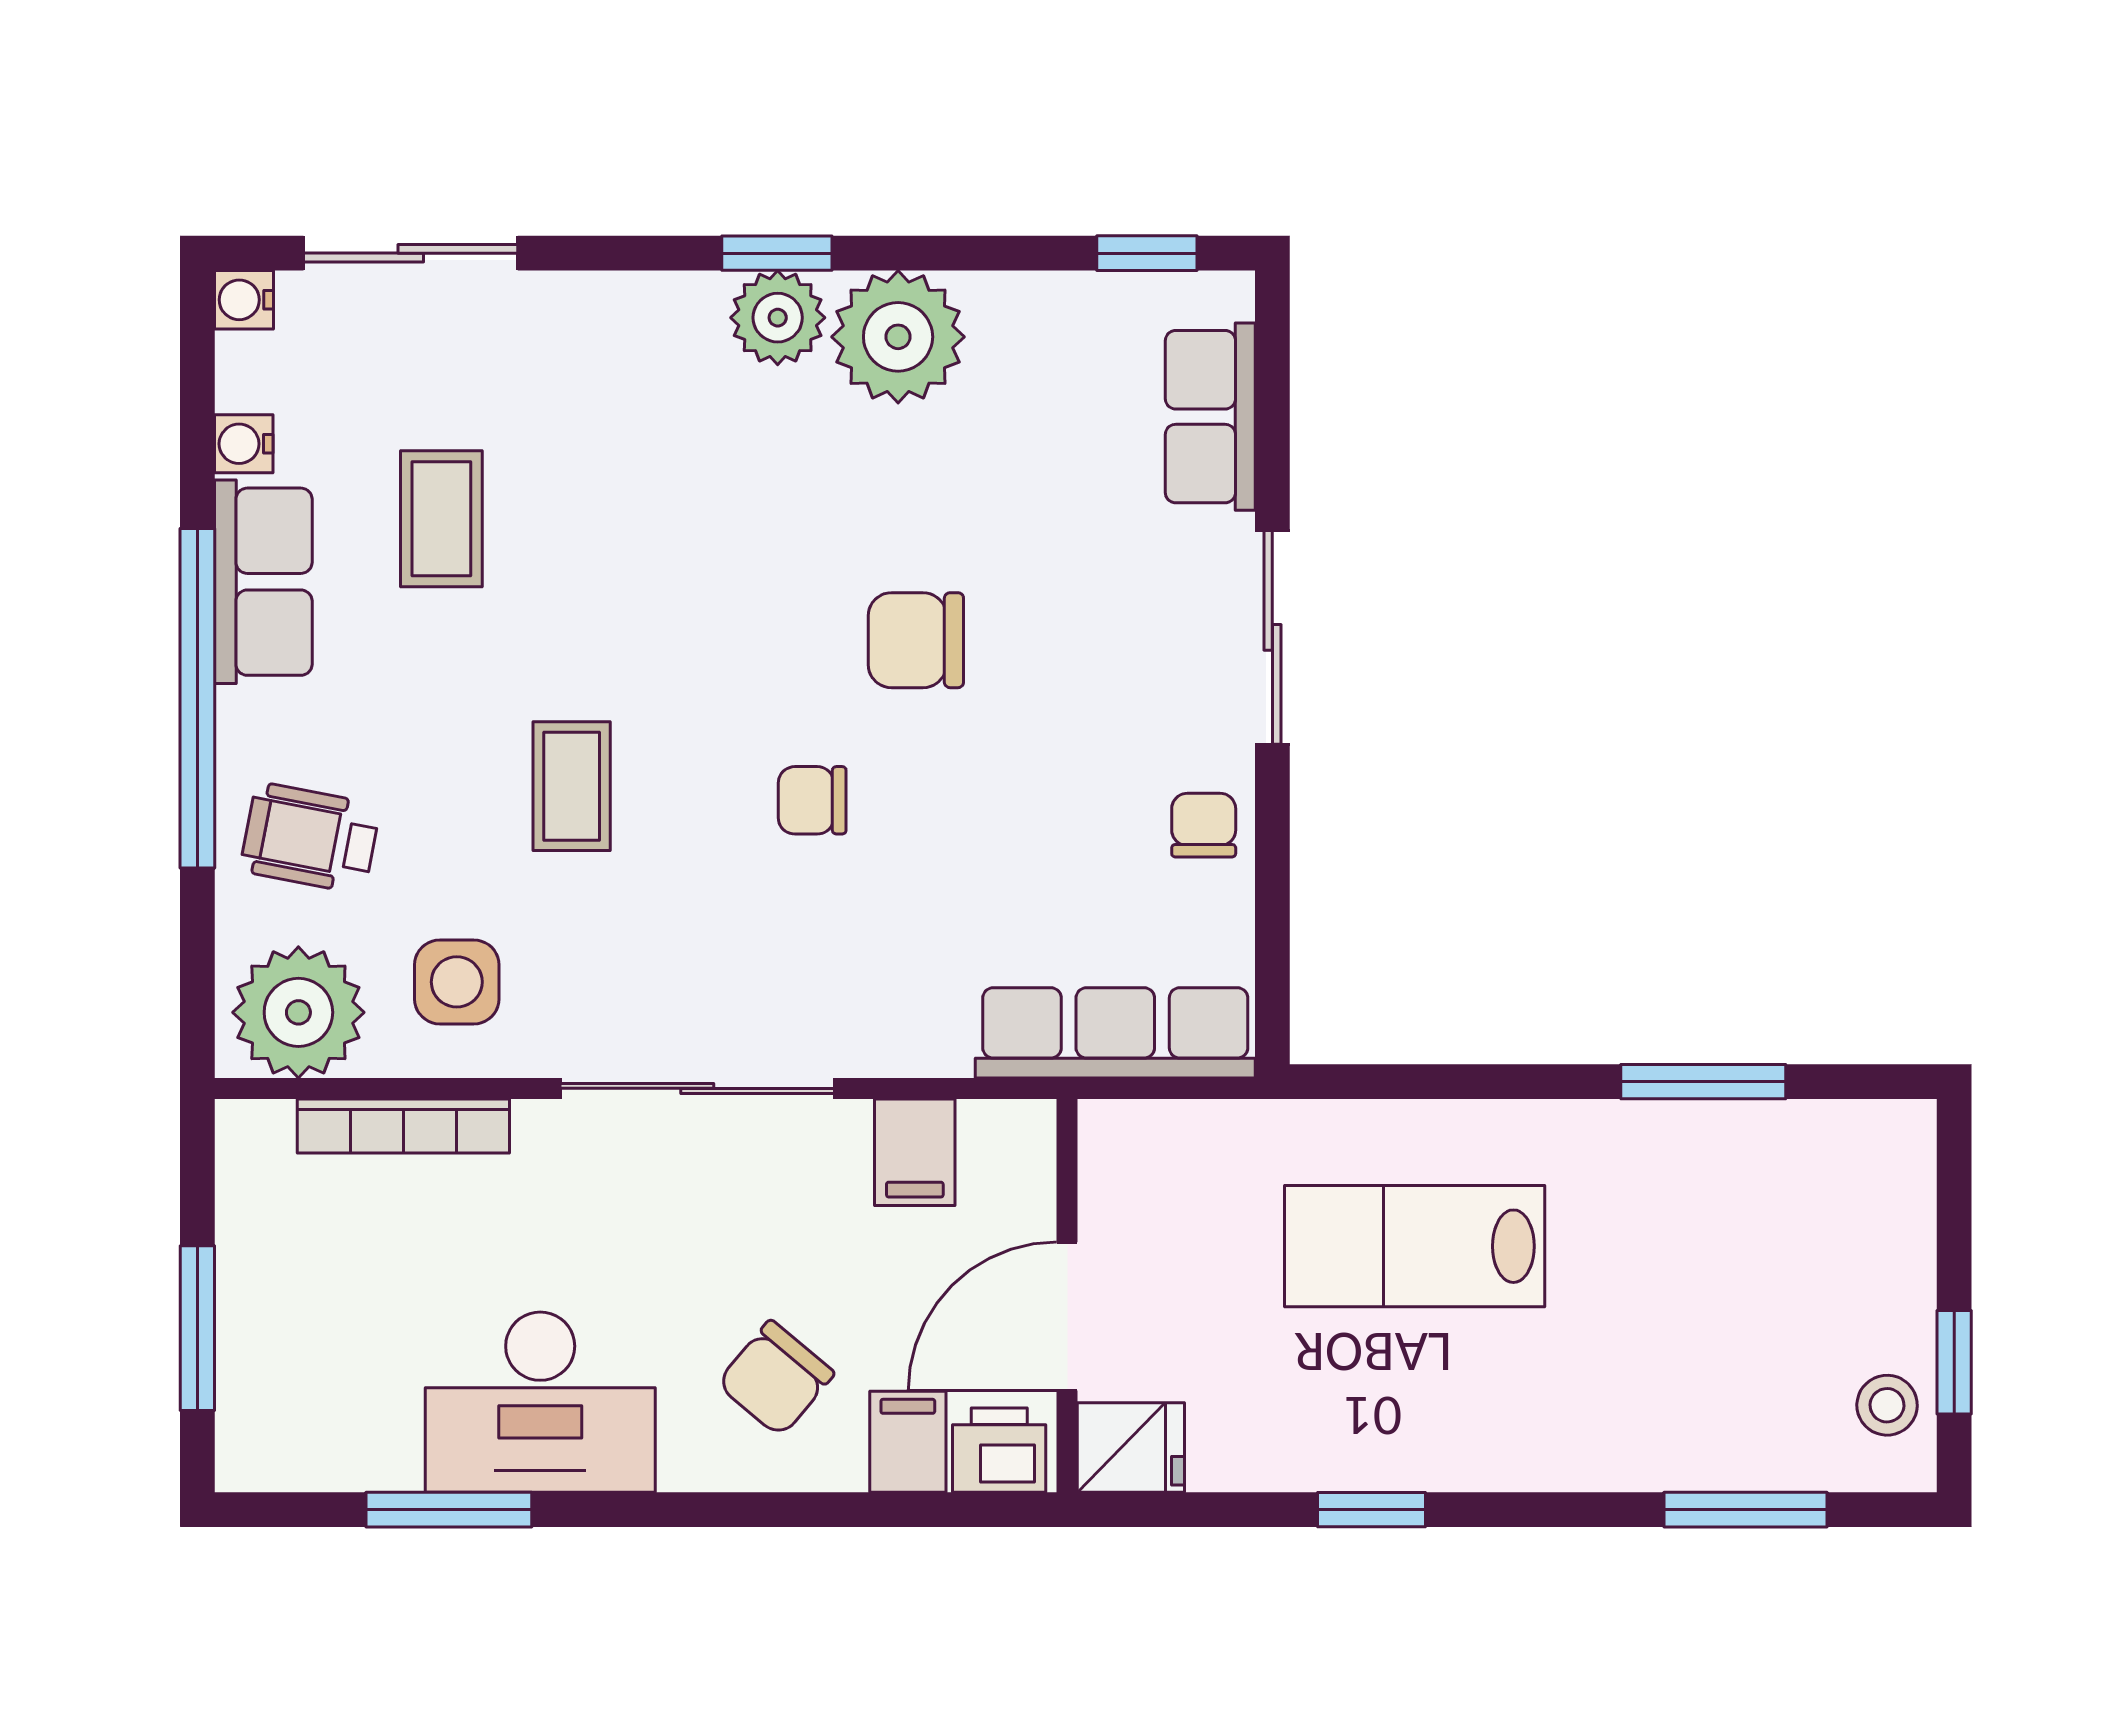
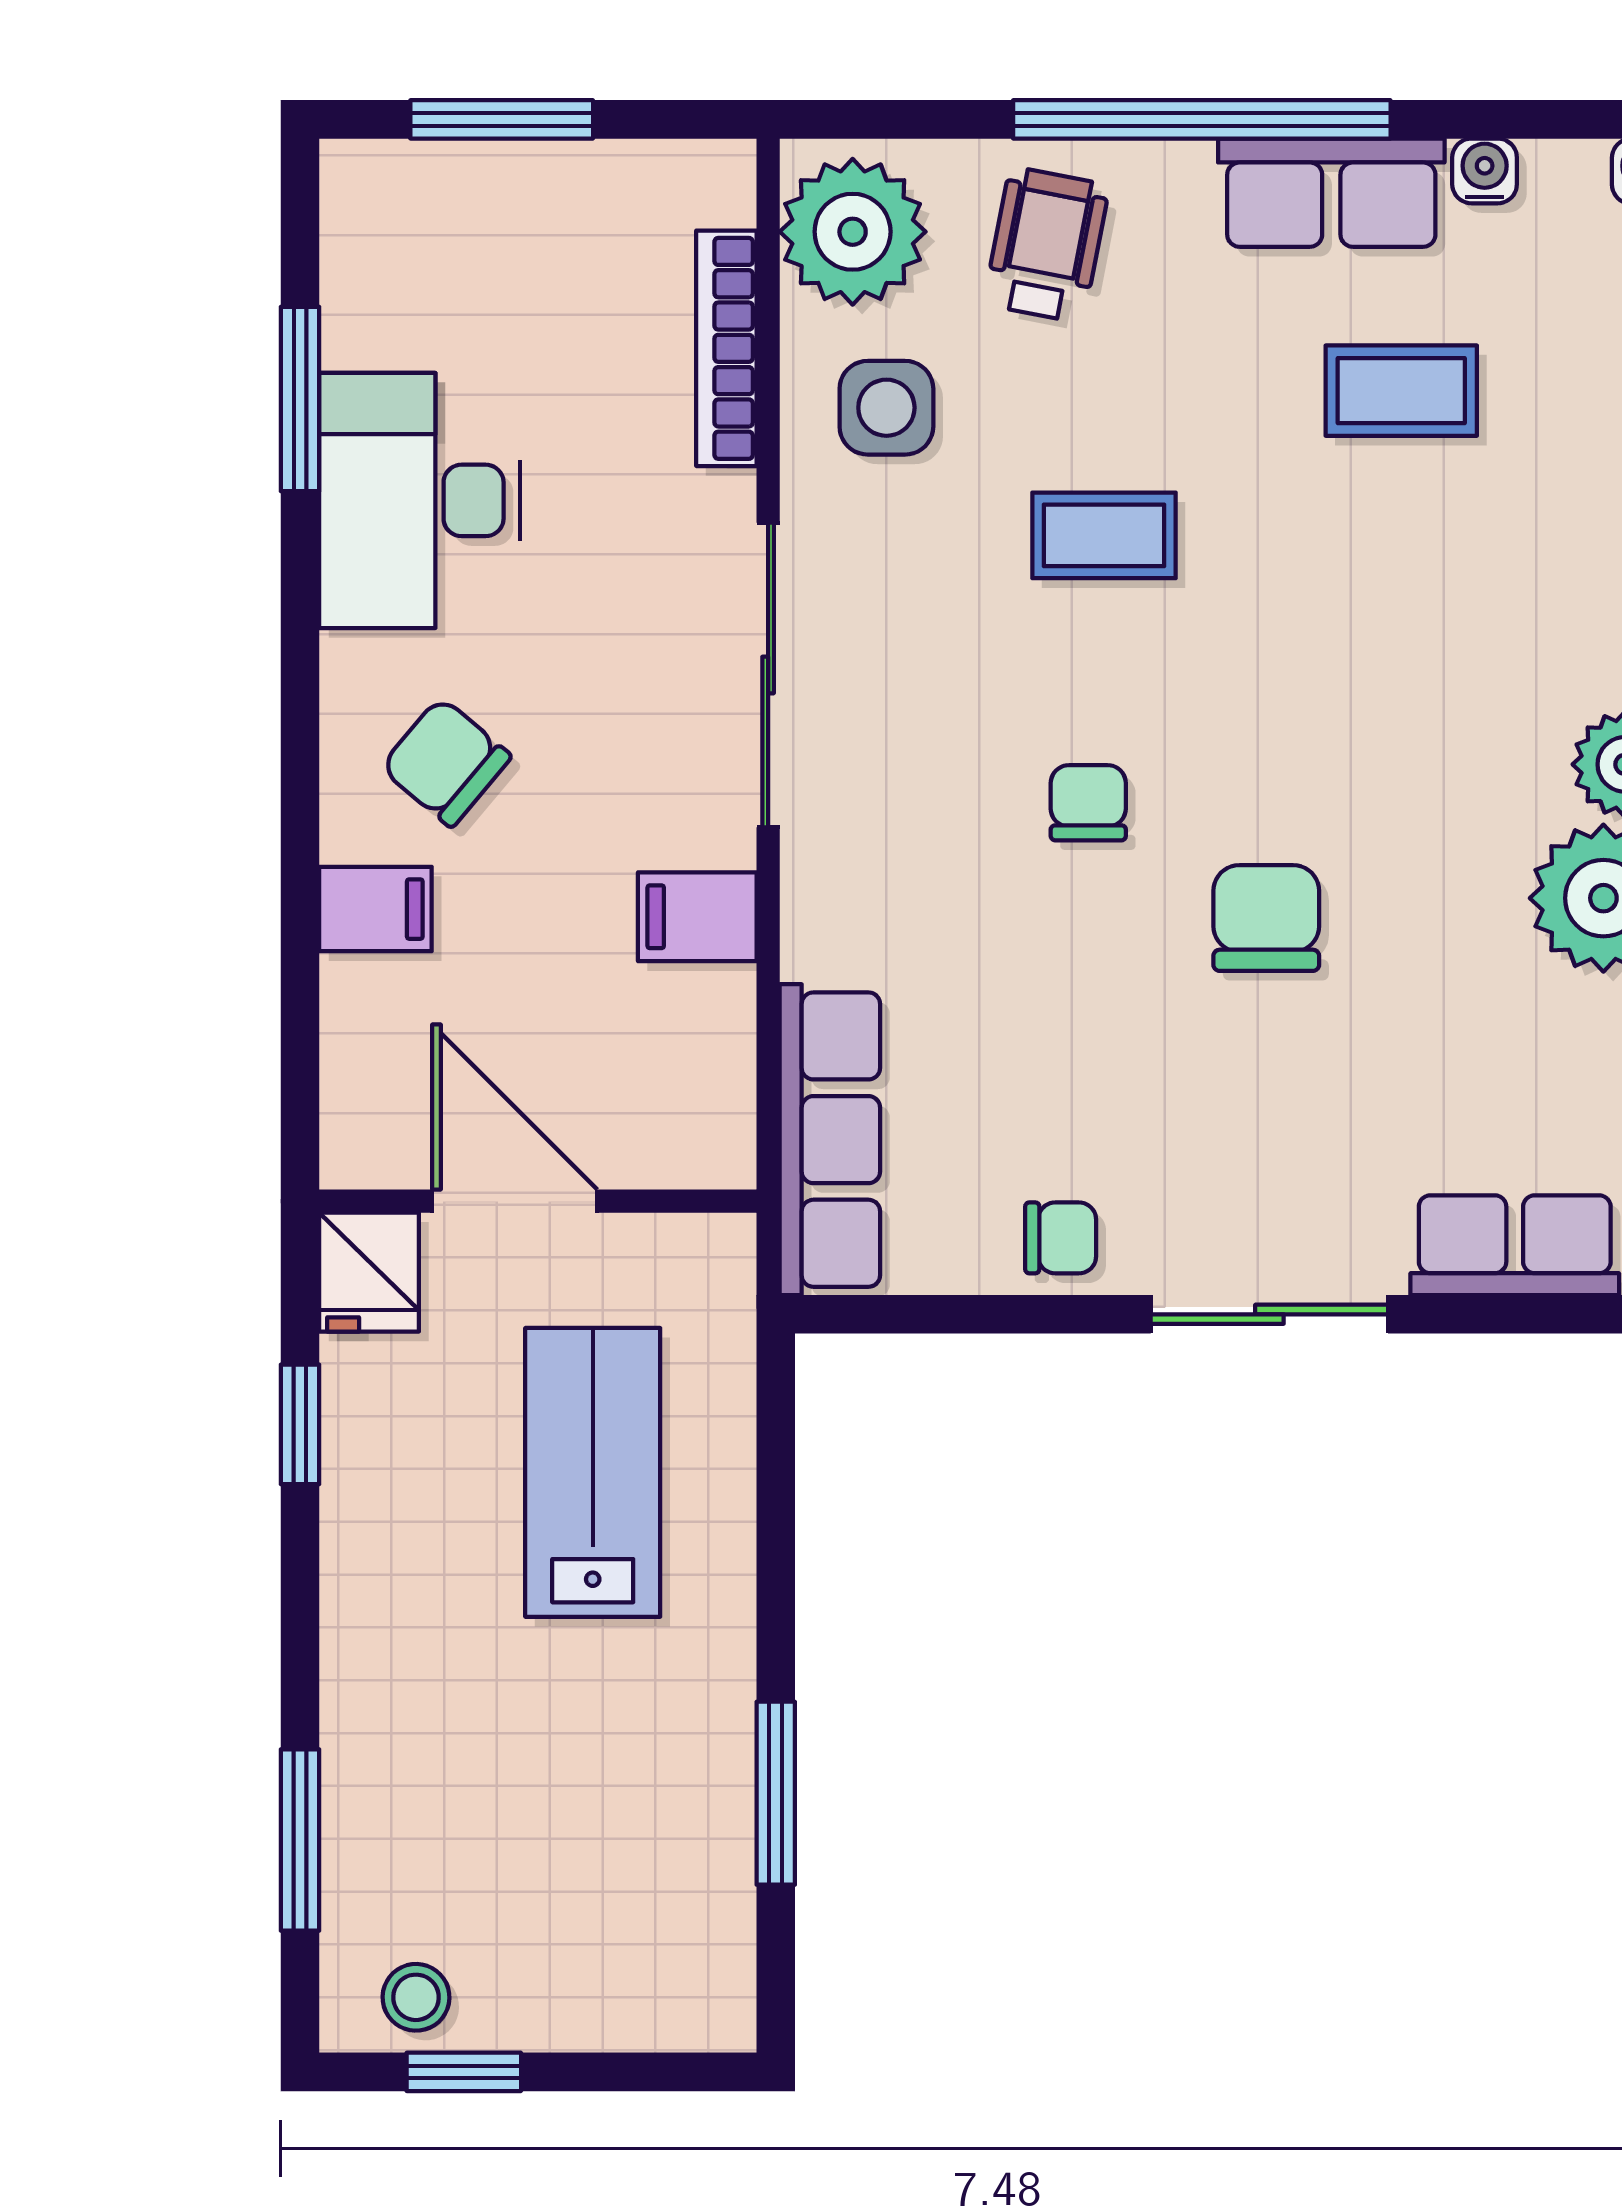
wall: (1067, 1296) -> (538, 1201), moved
door: (1067, 1316) -> (515, 1201), moved
fridge: (1131, 1447) -> (369, 1272), moved
printer: (999, 1450) -> (366, 1011), removed

